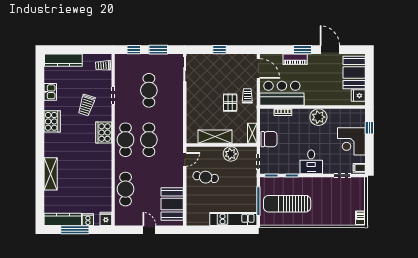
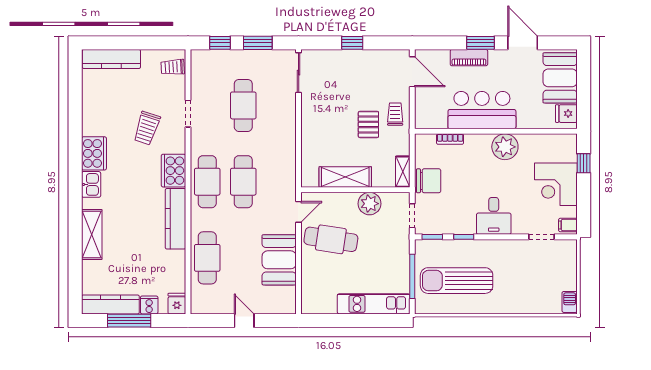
kitchen sink: (50, 92) -> (91, 184), moved
bar counter: (282, 93) -> (482, 110), moved
kitchen counter: (105, 164) -> (175, 219), added
cafe table: (206, 177) -> (331, 239), width x1.37, depth x1.35
booth: (172, 204) -> (279, 260), moved

